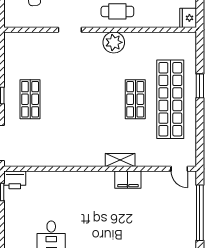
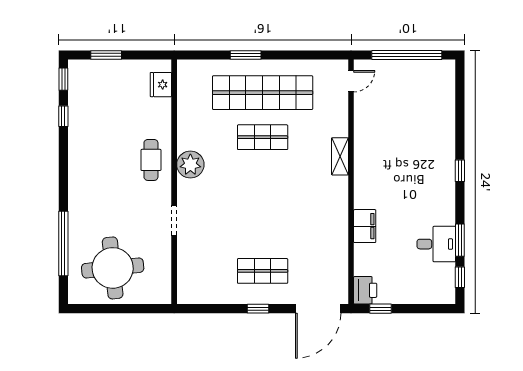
fridge: (188, 18) -> (161, 85), moved, turned 90
filing cabinet: (128, 180) -> (365, 226), moved

